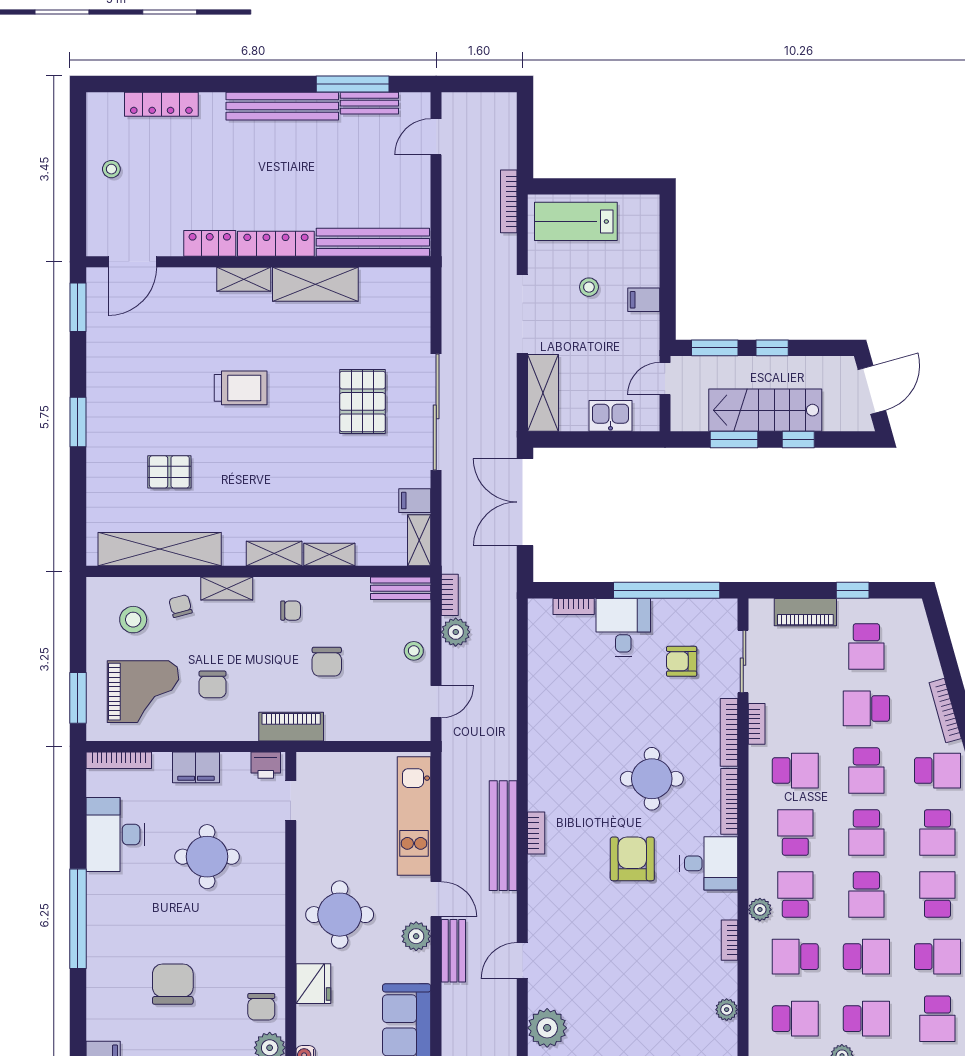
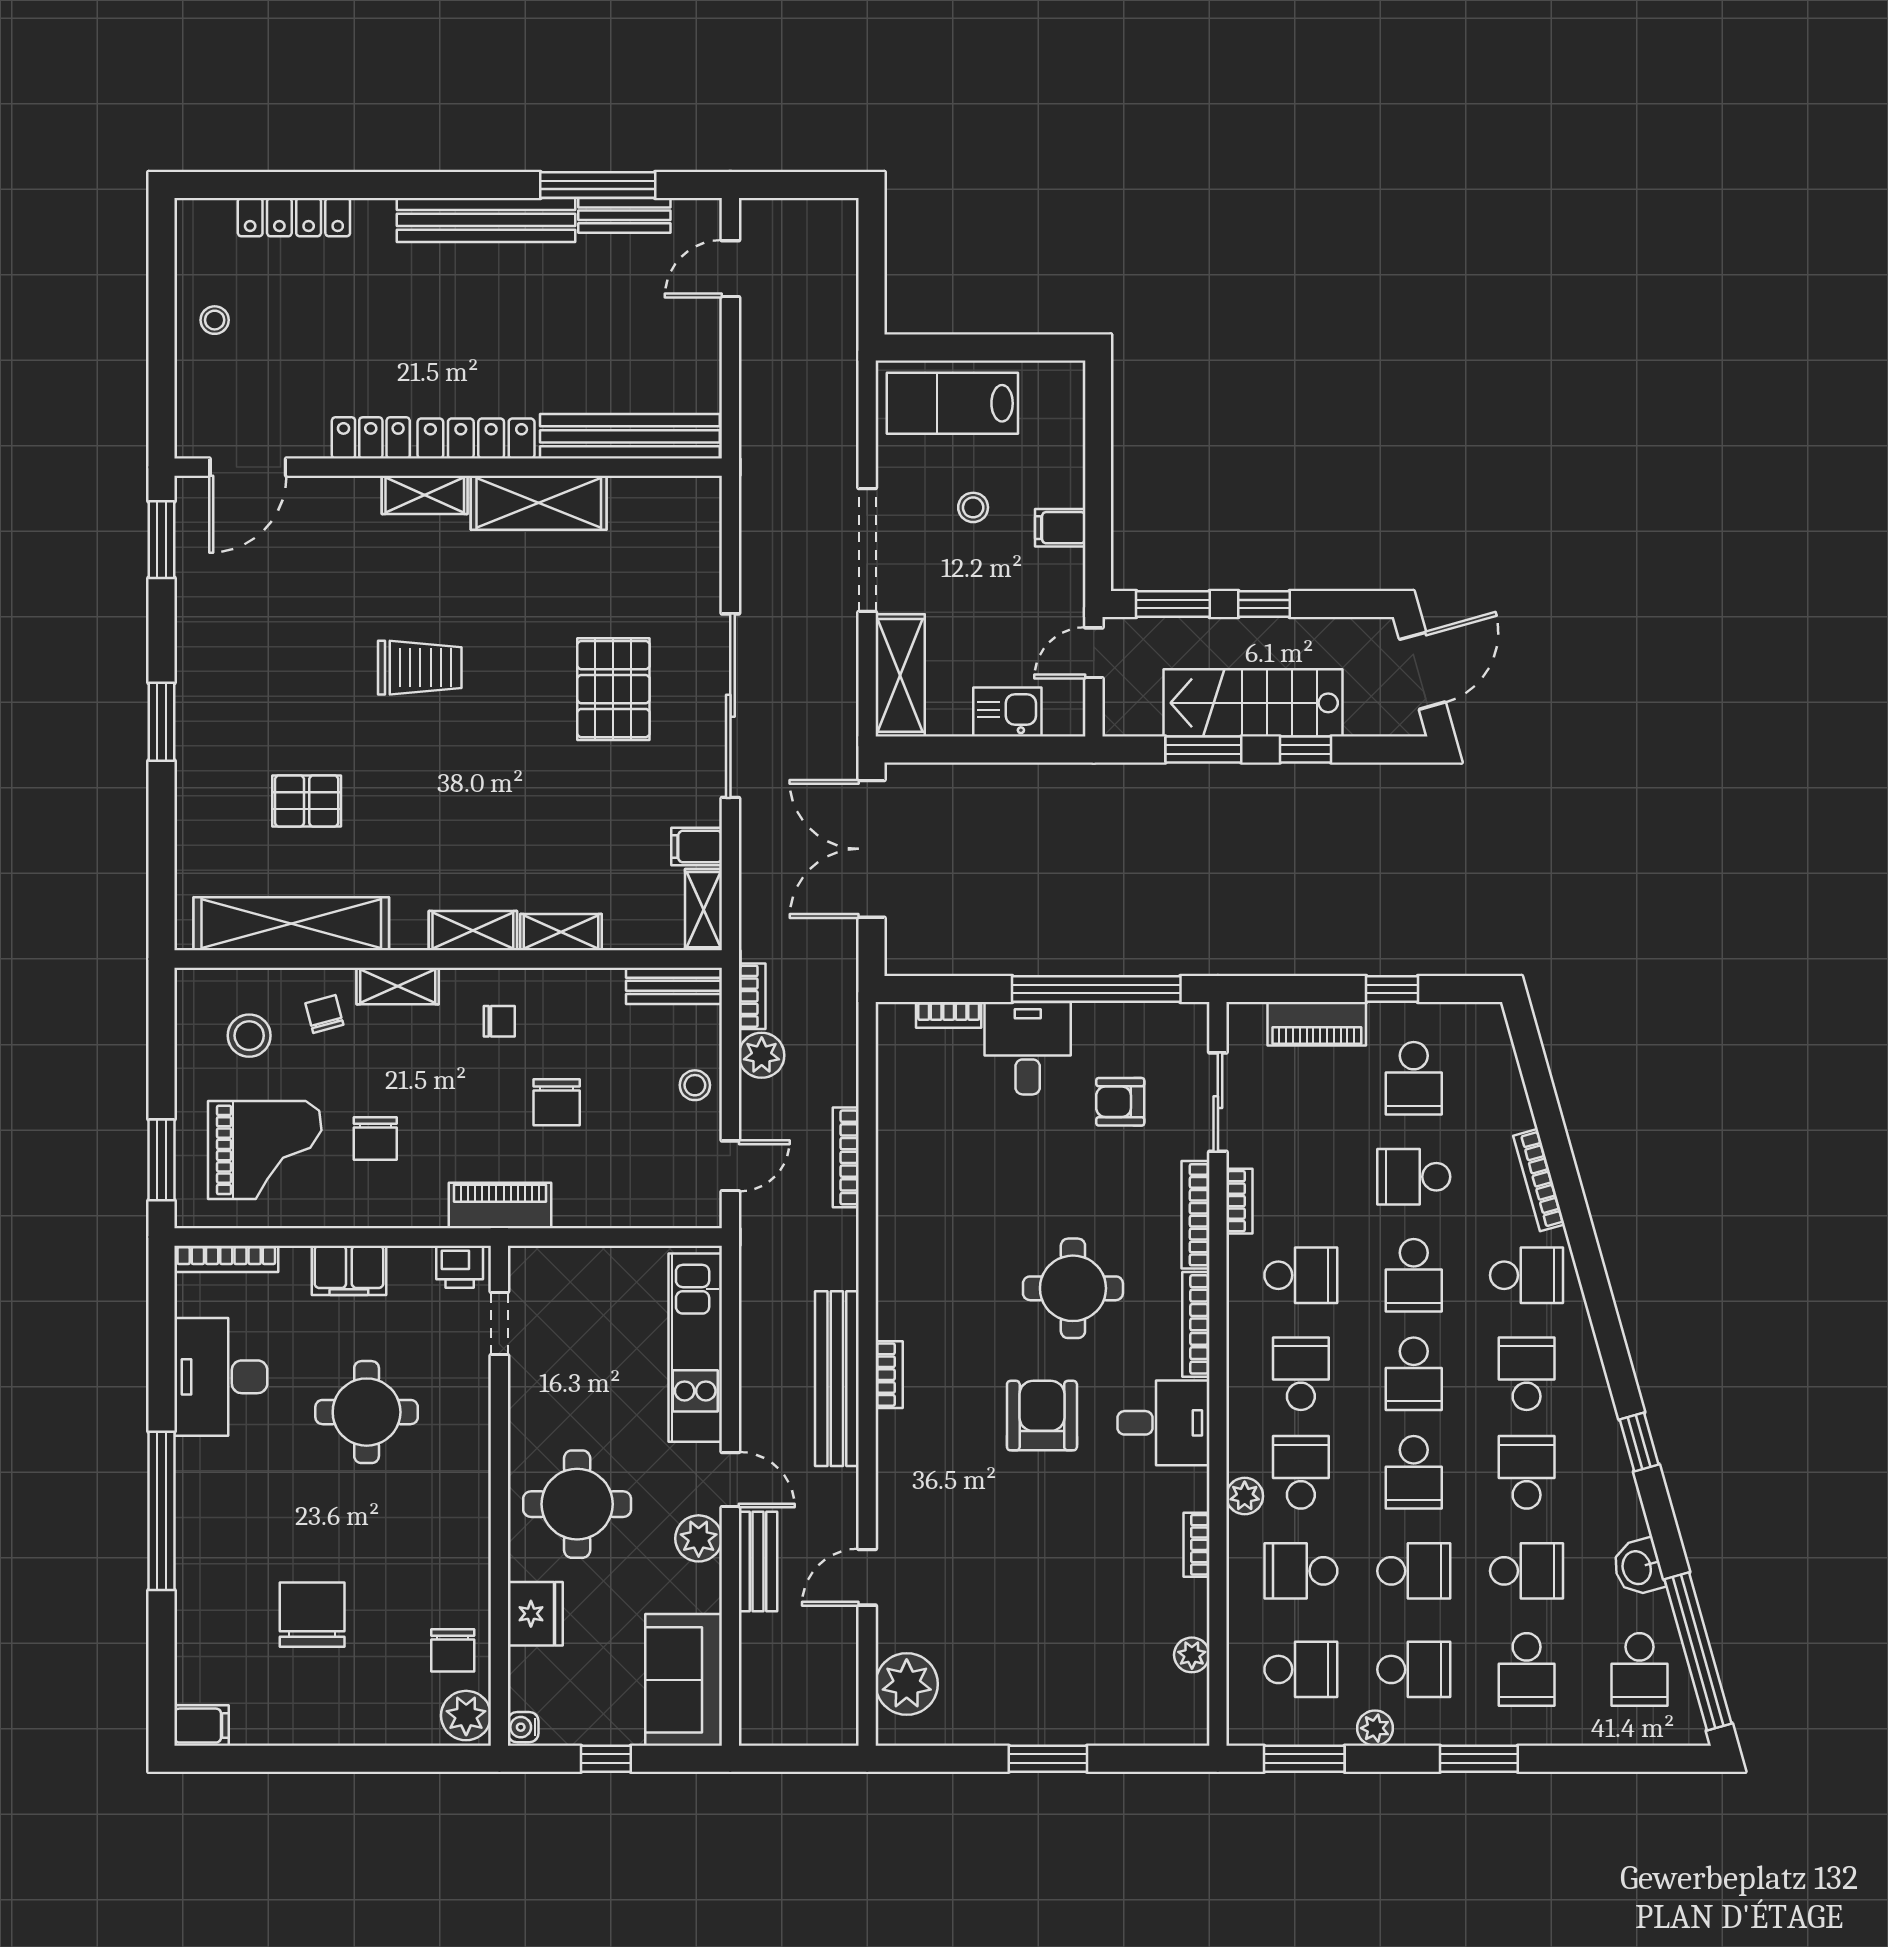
bookcase: (509, 201) -> (846, 1157), moved
school desk: (937, 833) -> (1527, 1374), turned 180

